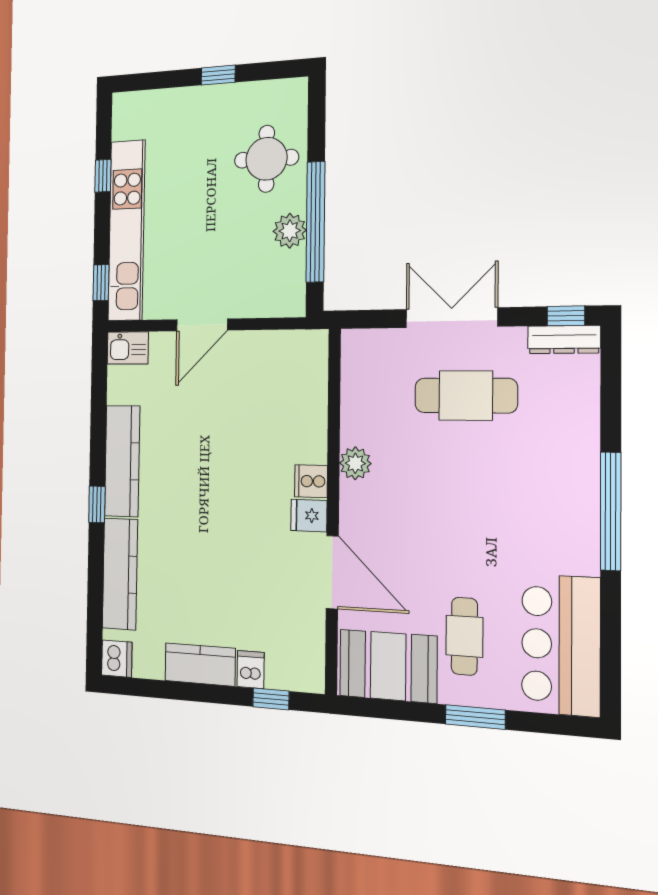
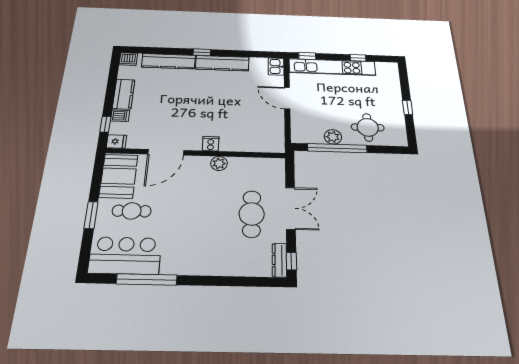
window: (611, 511) -> (147, 279), moved
fridge: (309, 515) -> (117, 141), moved, turned 90

